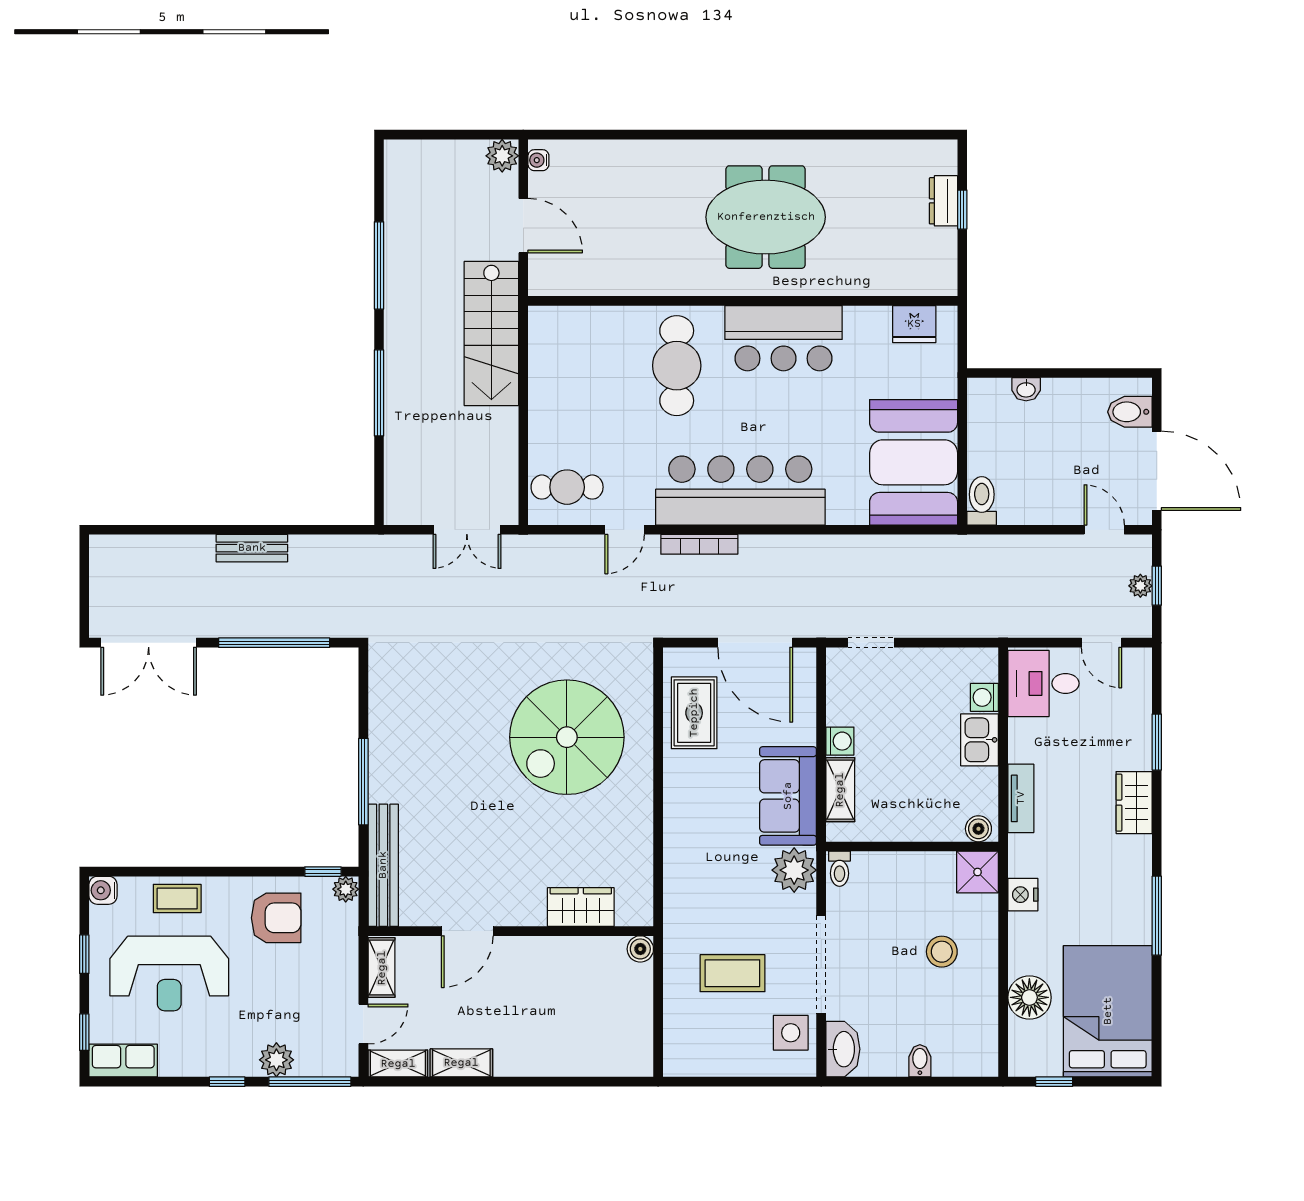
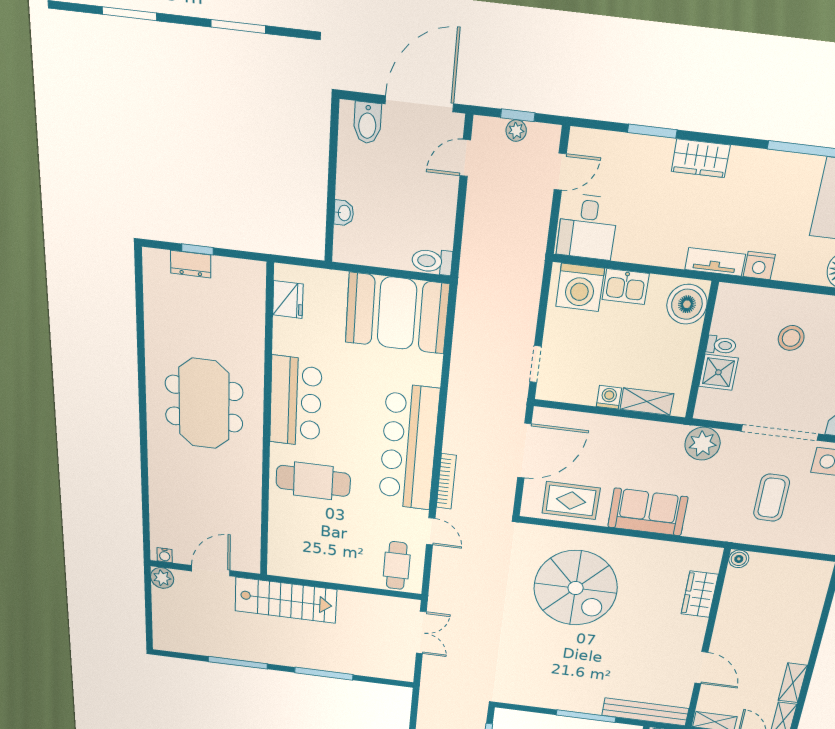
washing machine: (984, 697) -> (580, 287), width x1.89, depth x1.89
sofa: (788, 796) -> (648, 512), moved, turned 180
tv unit: (1021, 798) -> (715, 262), moved
boiler: (978, 829) -> (687, 304), width x1.86, depth x1.86
toilet: (840, 869) -> (721, 345), moved
shower: (978, 872) -> (718, 372), moved

